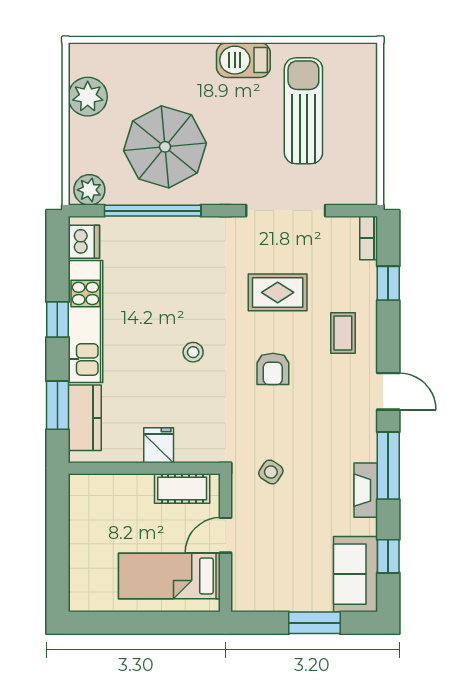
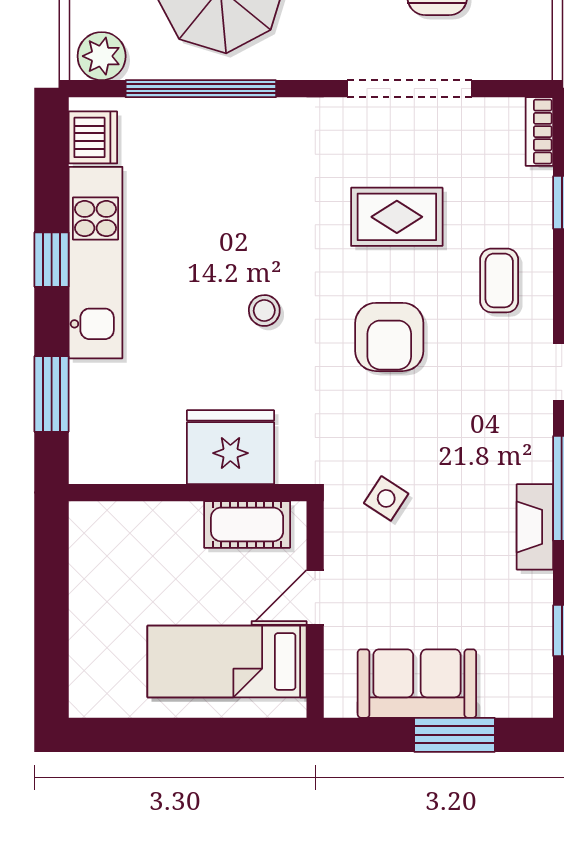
armchair: (273, 369) -> (389, 337), width x1.38, depth x1.38
kitchen counter: (85, 418) -> (94, 413), removed
fridge: (159, 445) -> (230, 447), width x1.88, depth x1.34
sofa: (356, 574) -> (417, 684), moved, turned 90

